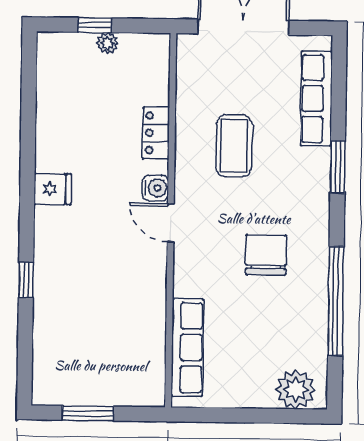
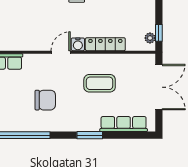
window: (95, 25) -> (159, 33), moved
plant: (108, 43) -> (150, 38), moved
locker: (156, 133) -> (105, 44), width x1.53

